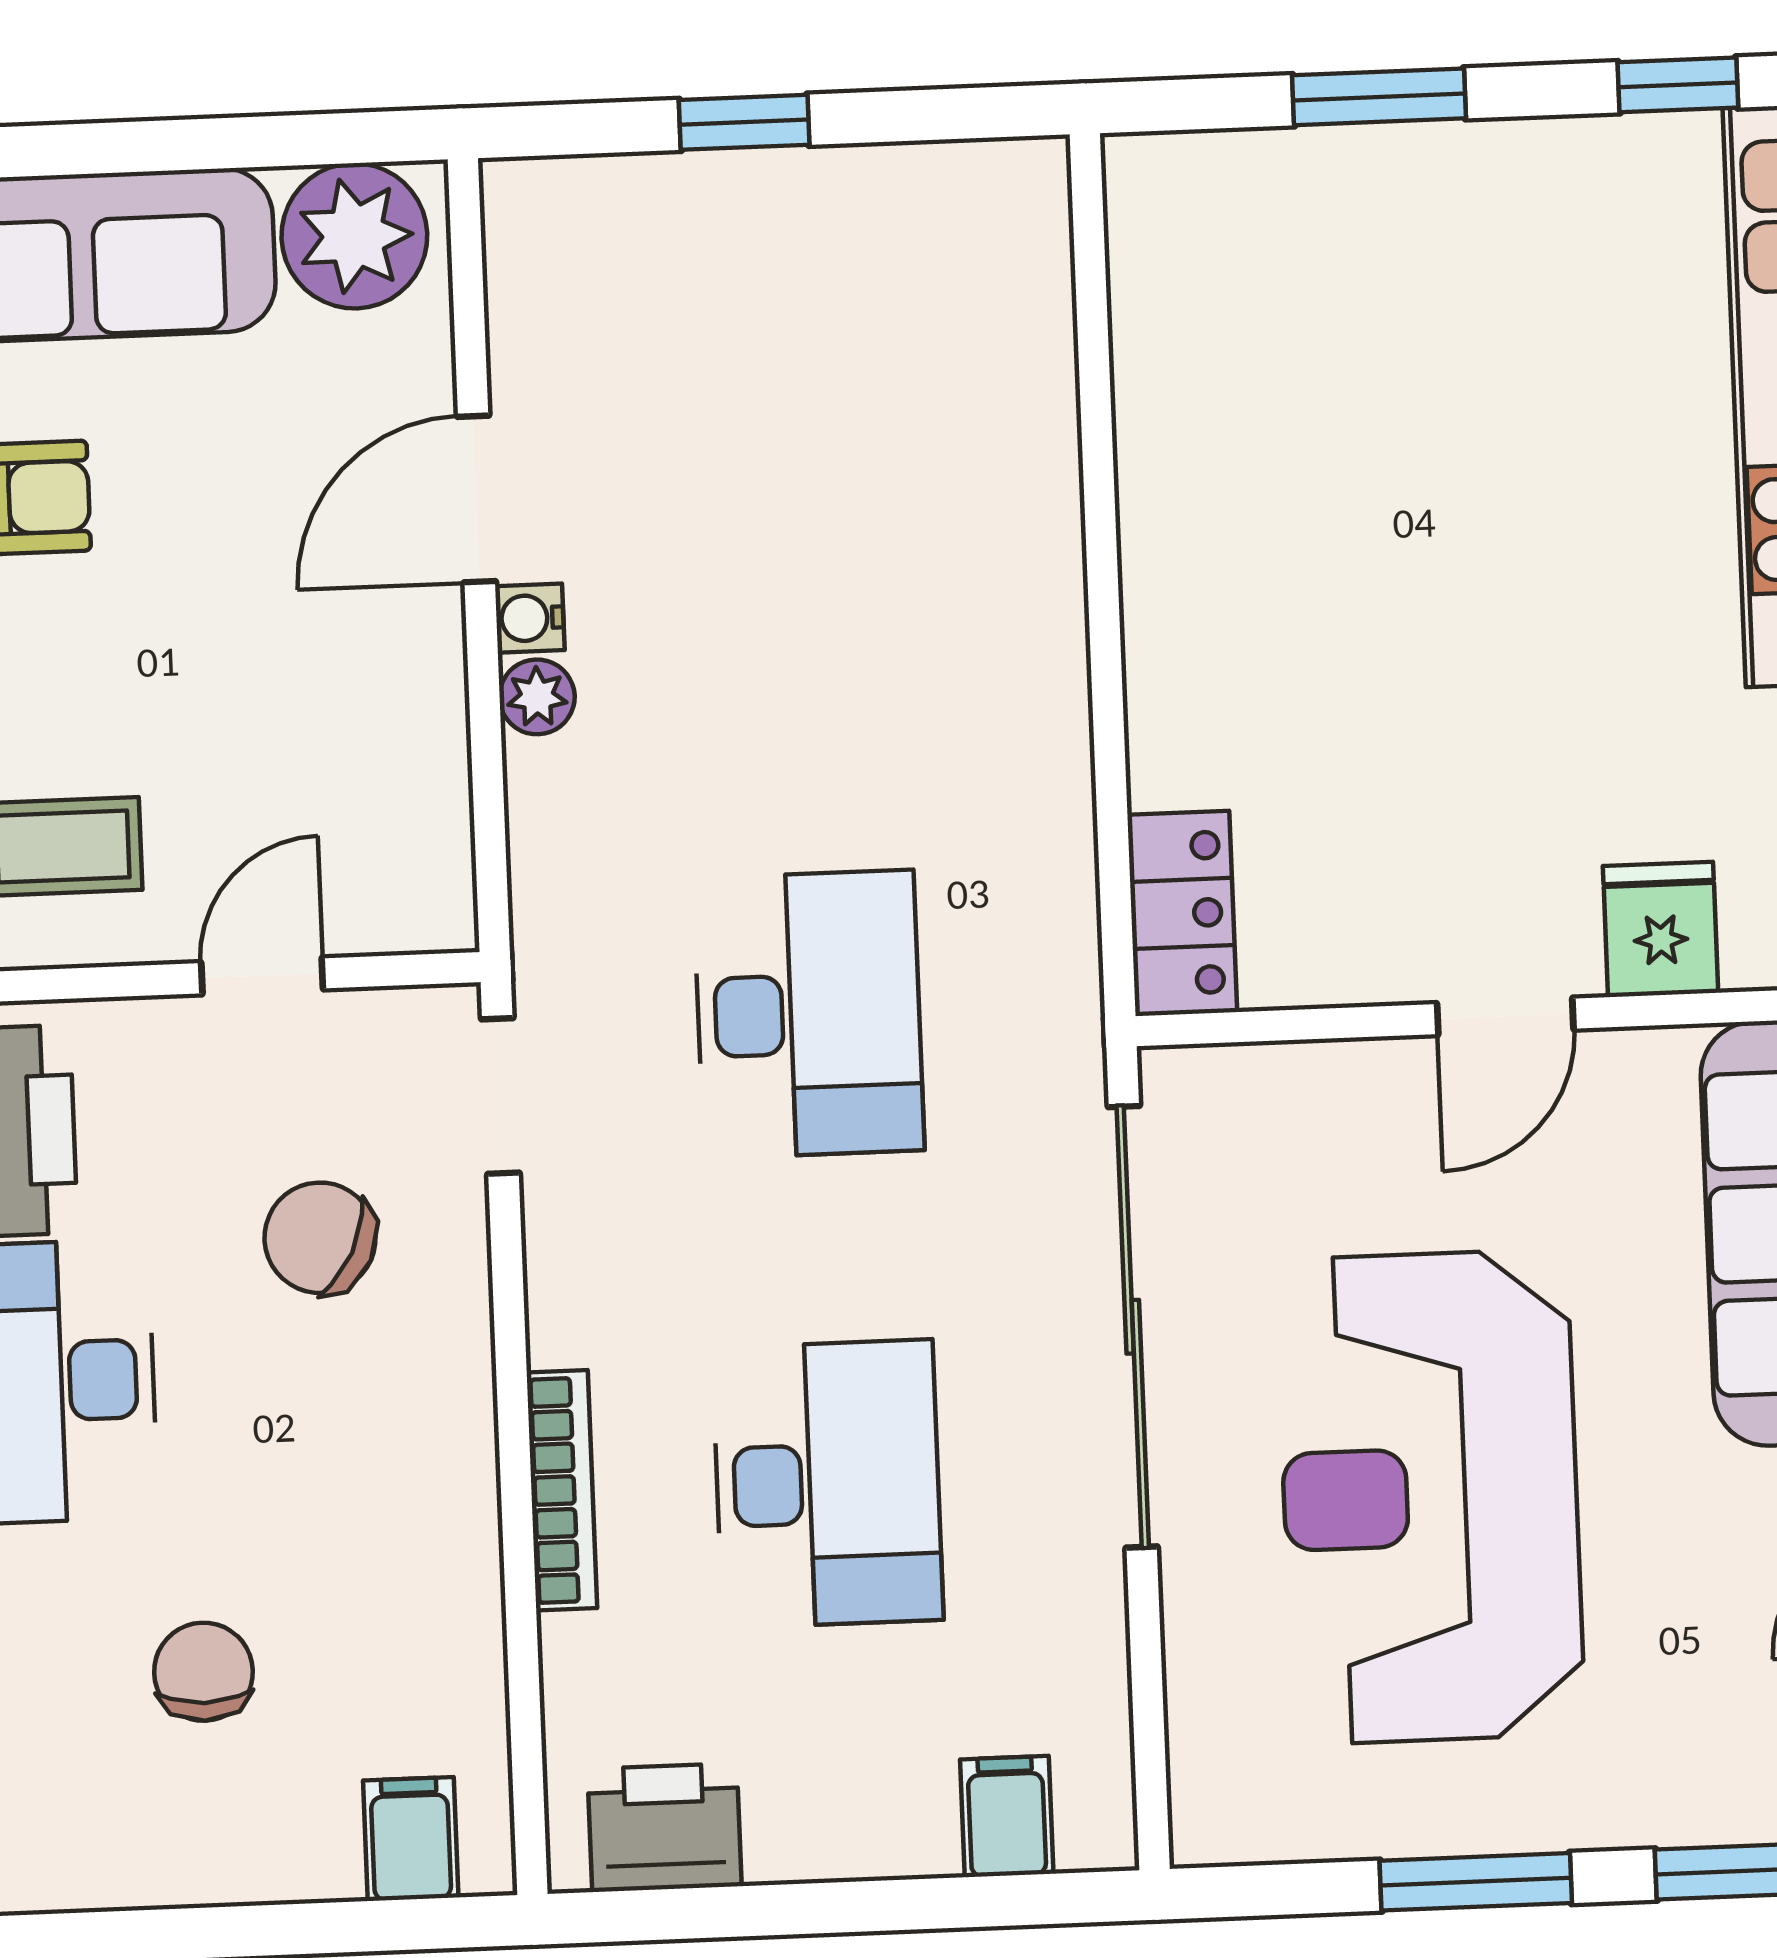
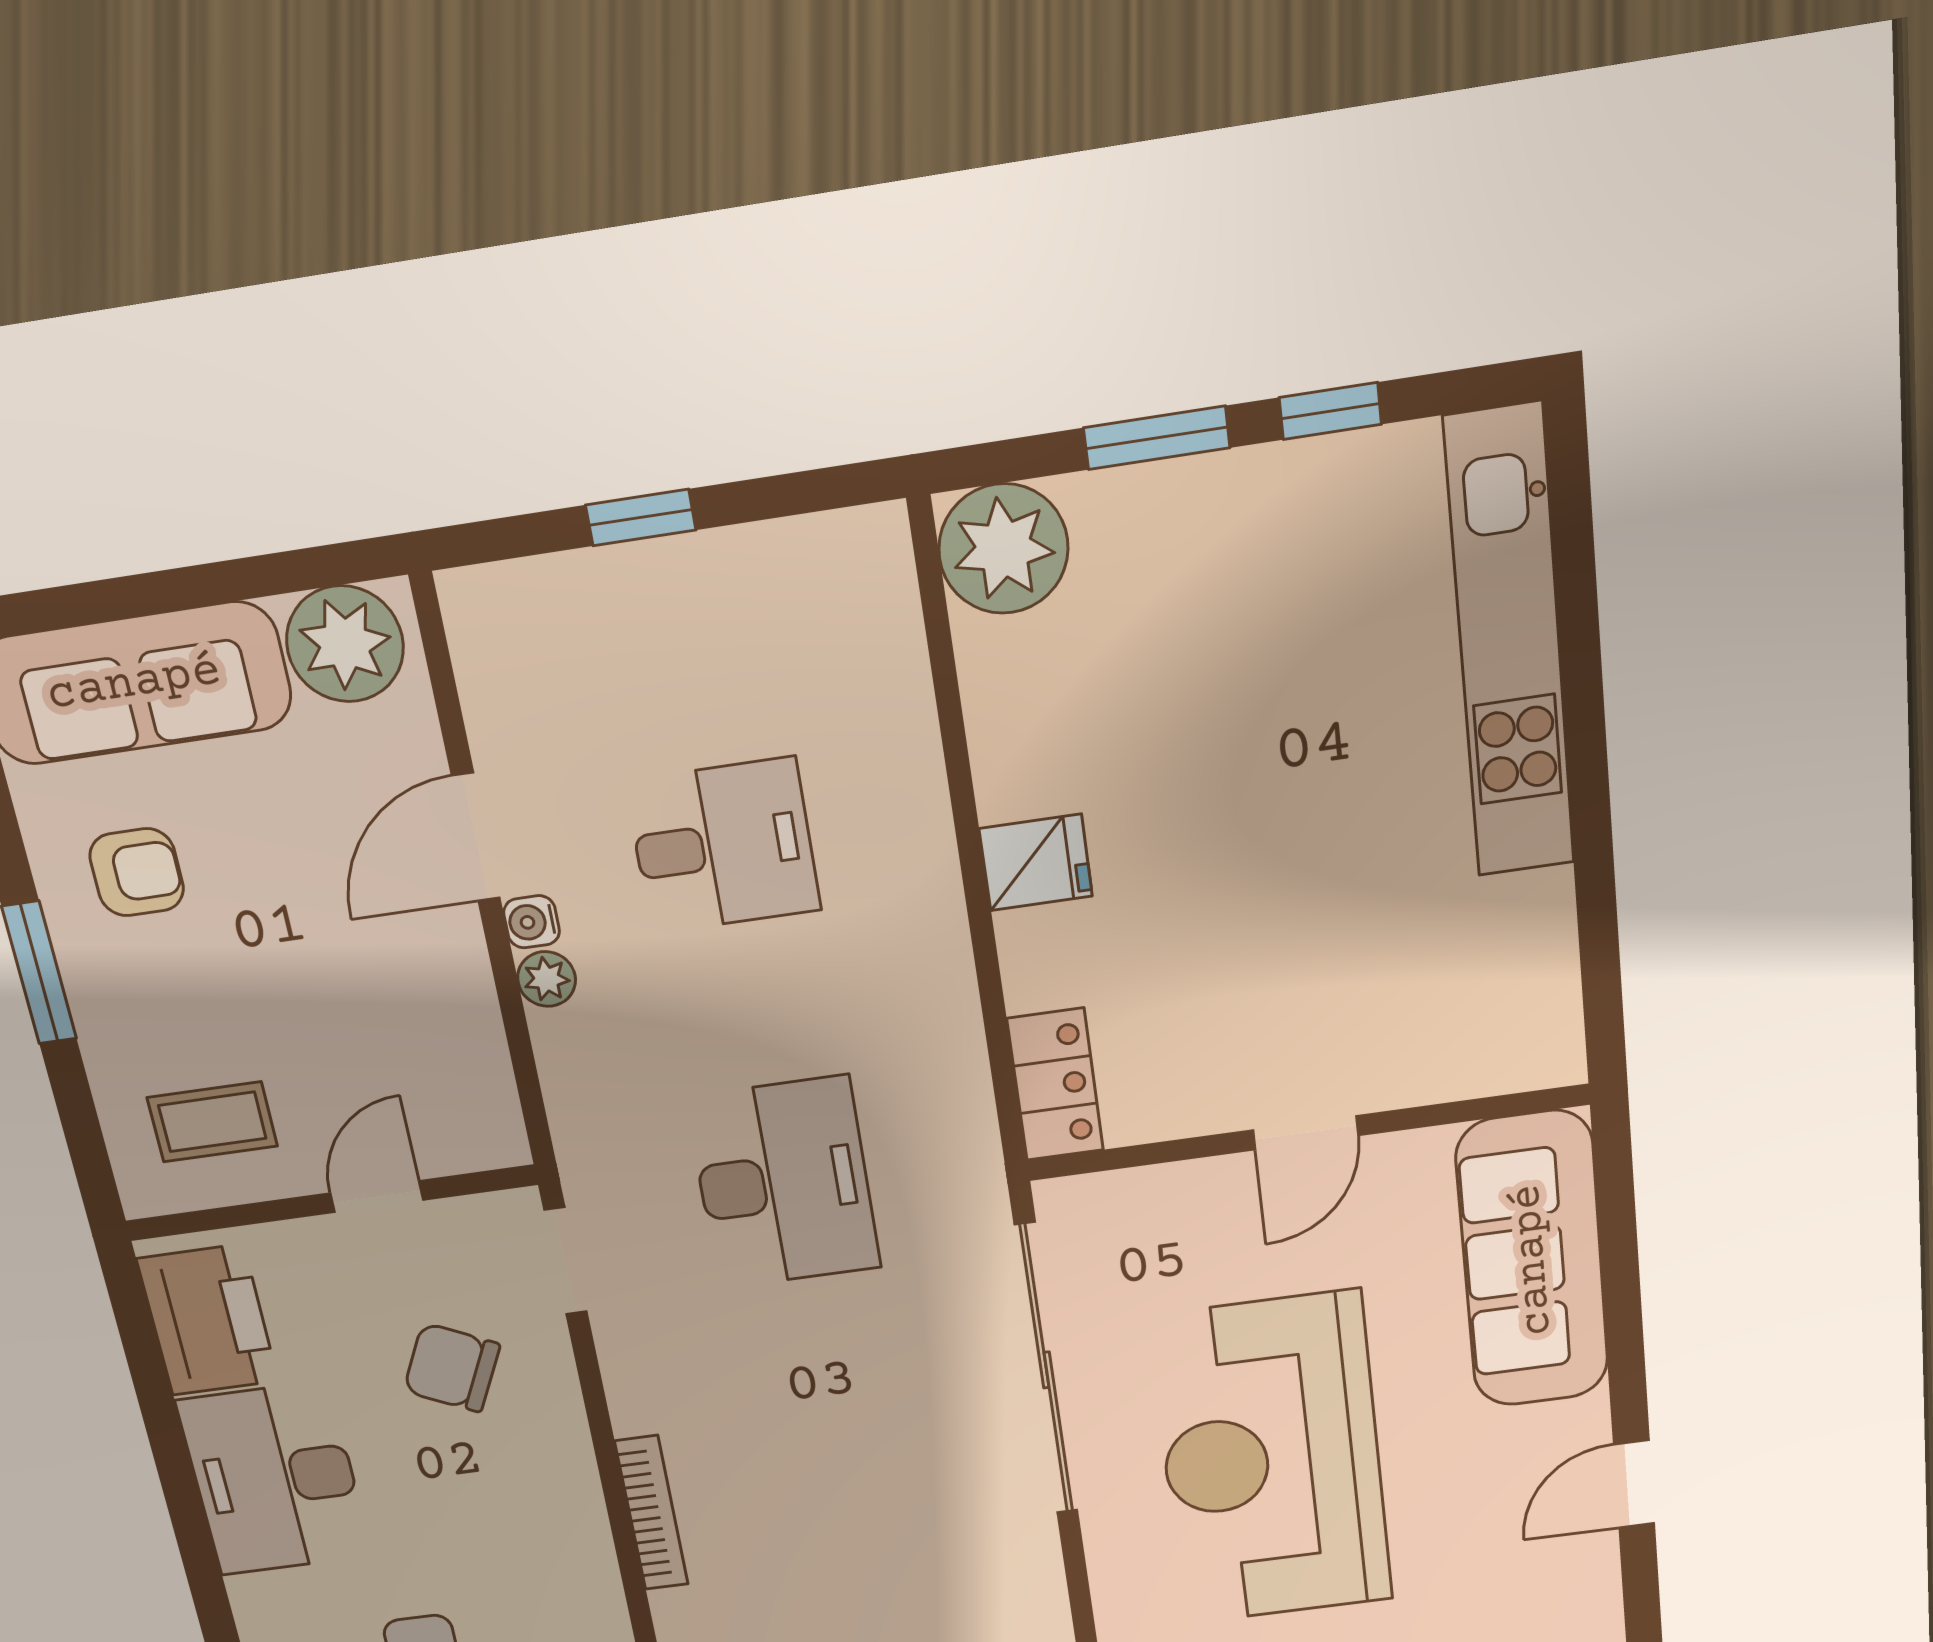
window: (1678, 85) -> (1330, 411), moved
plant: (1182, 209) -> (1003, 549), added
fridge: (1661, 929) -> (1036, 862), moved, turned 90
desk: (828, 1484) -> (723, 846), moved, width x0.73

